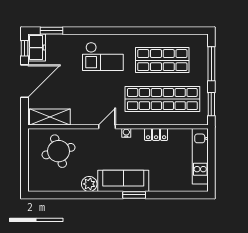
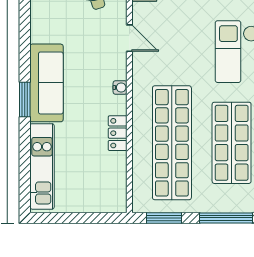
door: (107, 127) -> (129, 38), moved
kitchen unit: (200, 156) -> (42, 166), moved, turned 90
plant: (89, 184) -> (42, 31), removed

